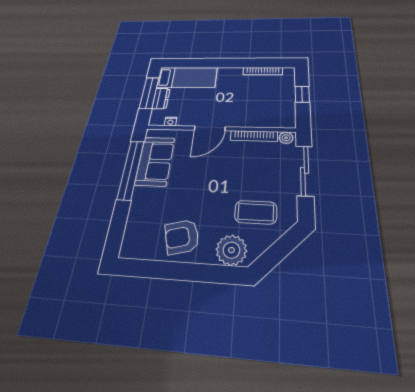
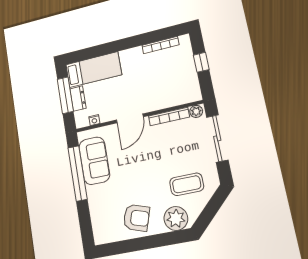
armchair: (182, 237) -> (136, 218), turned -147

